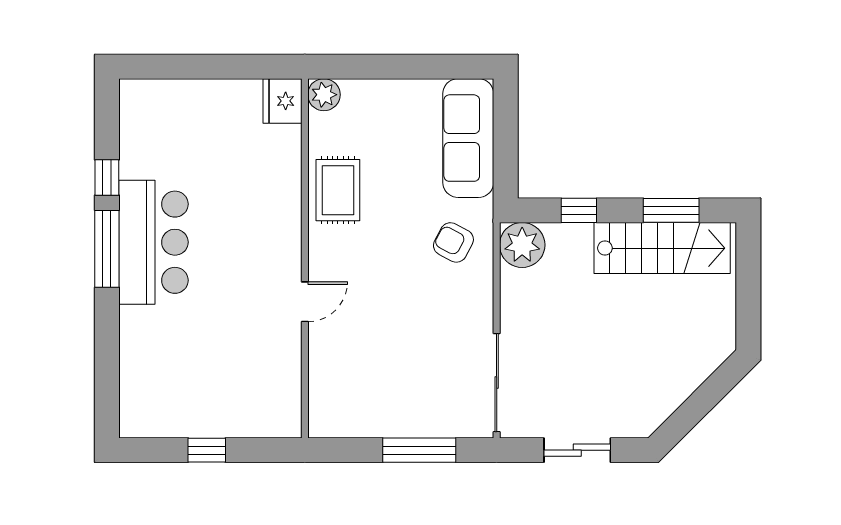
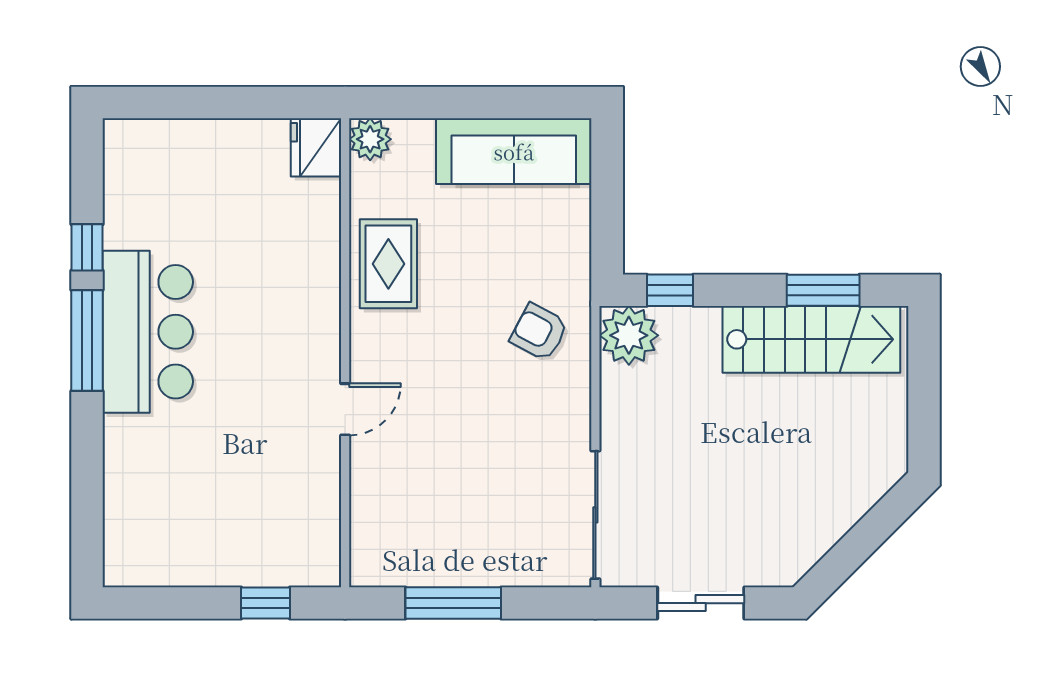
sofa: (468, 138) -> (514, 151), moved, turned -90
window: (579, 210) -> (670, 290), moved
window: (207, 450) -> (266, 603), moved
window: (419, 450) -> (453, 603), moved

